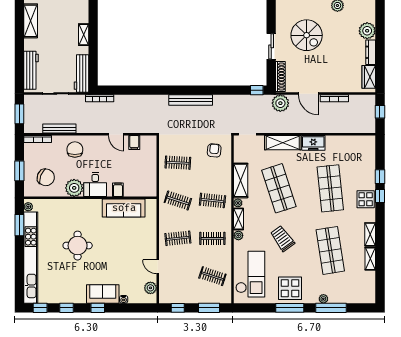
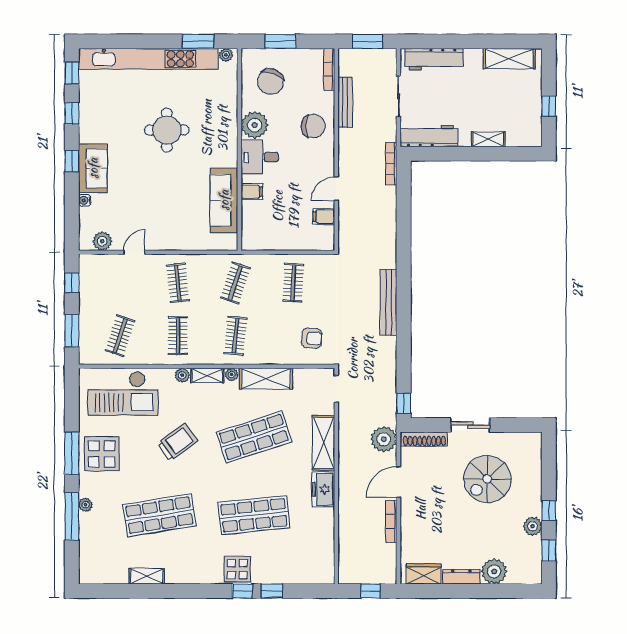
shelving: (370, 234) -> (184, 576), removed

